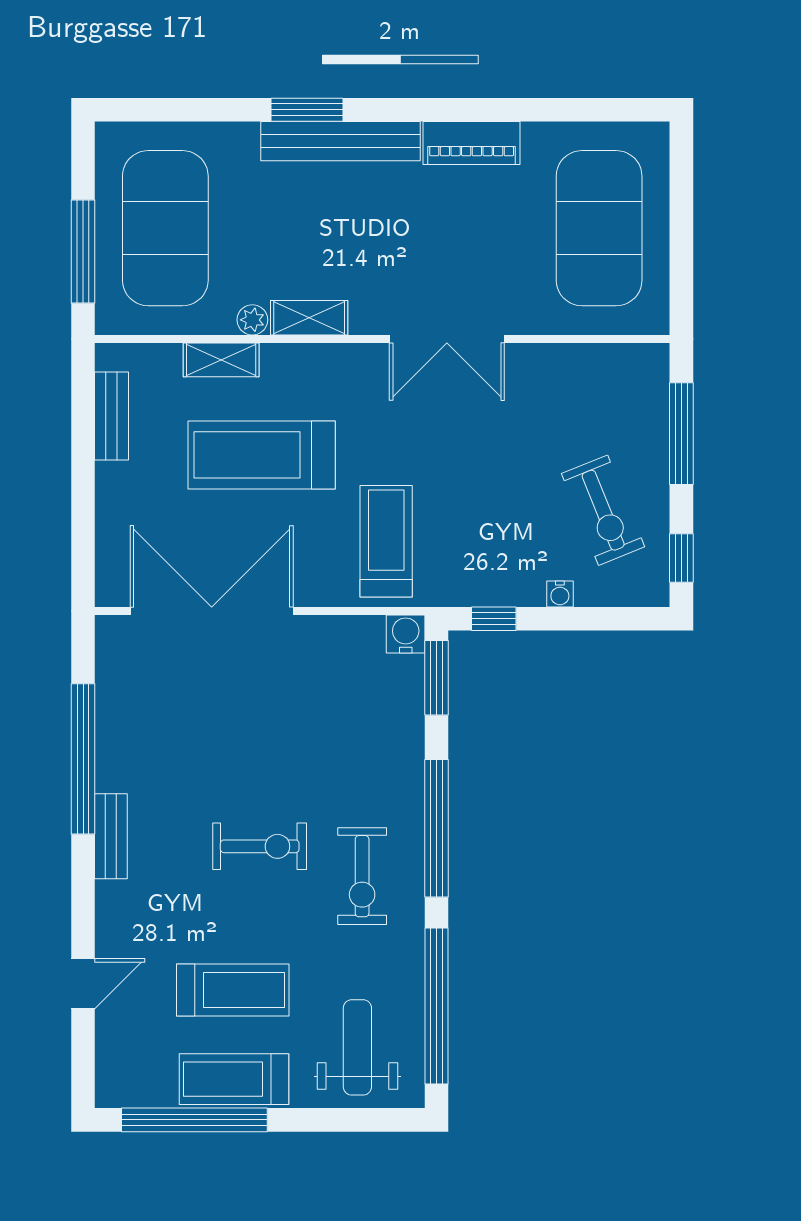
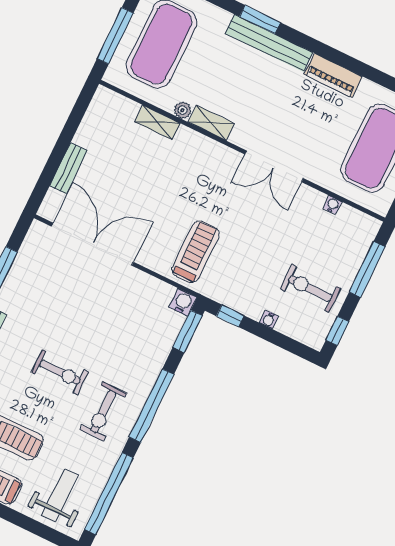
water cooler: (573, 356) -> (332, 205), added
bench: (112, 416) -> (68, 168), moved
treadmill: (262, 455) -> (155, 179), removed
exercise bike: (603, 510) -> (310, 288), turned 112

